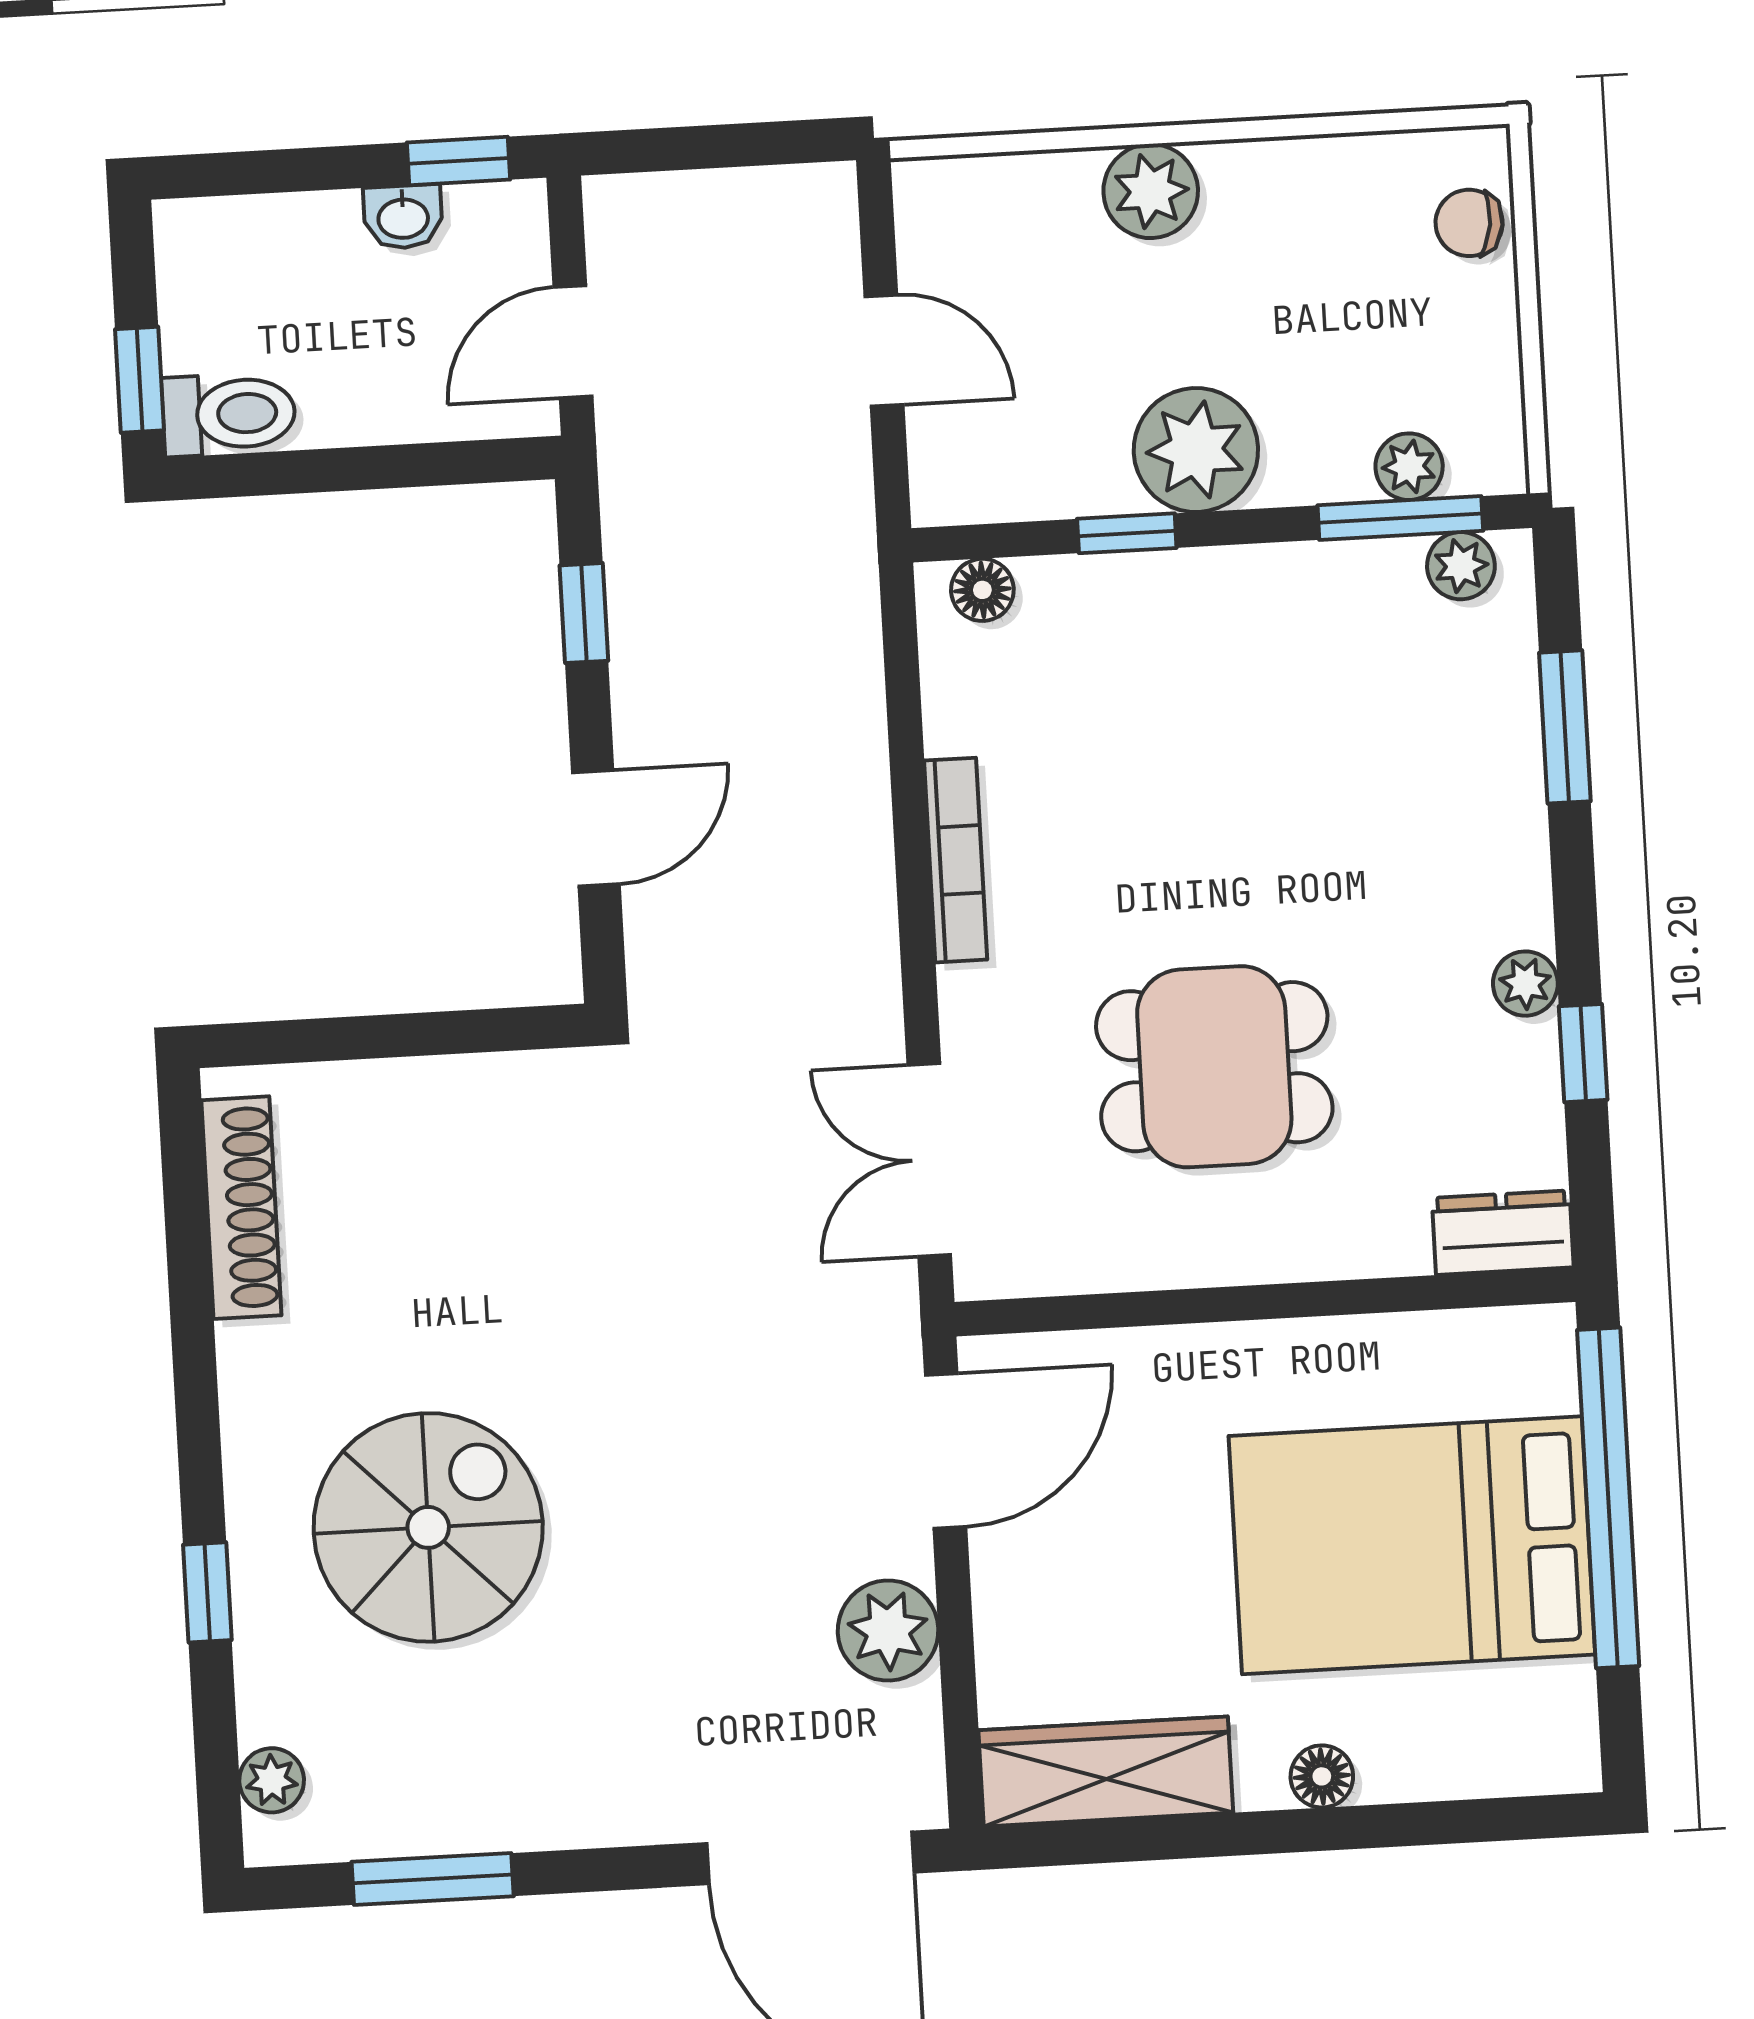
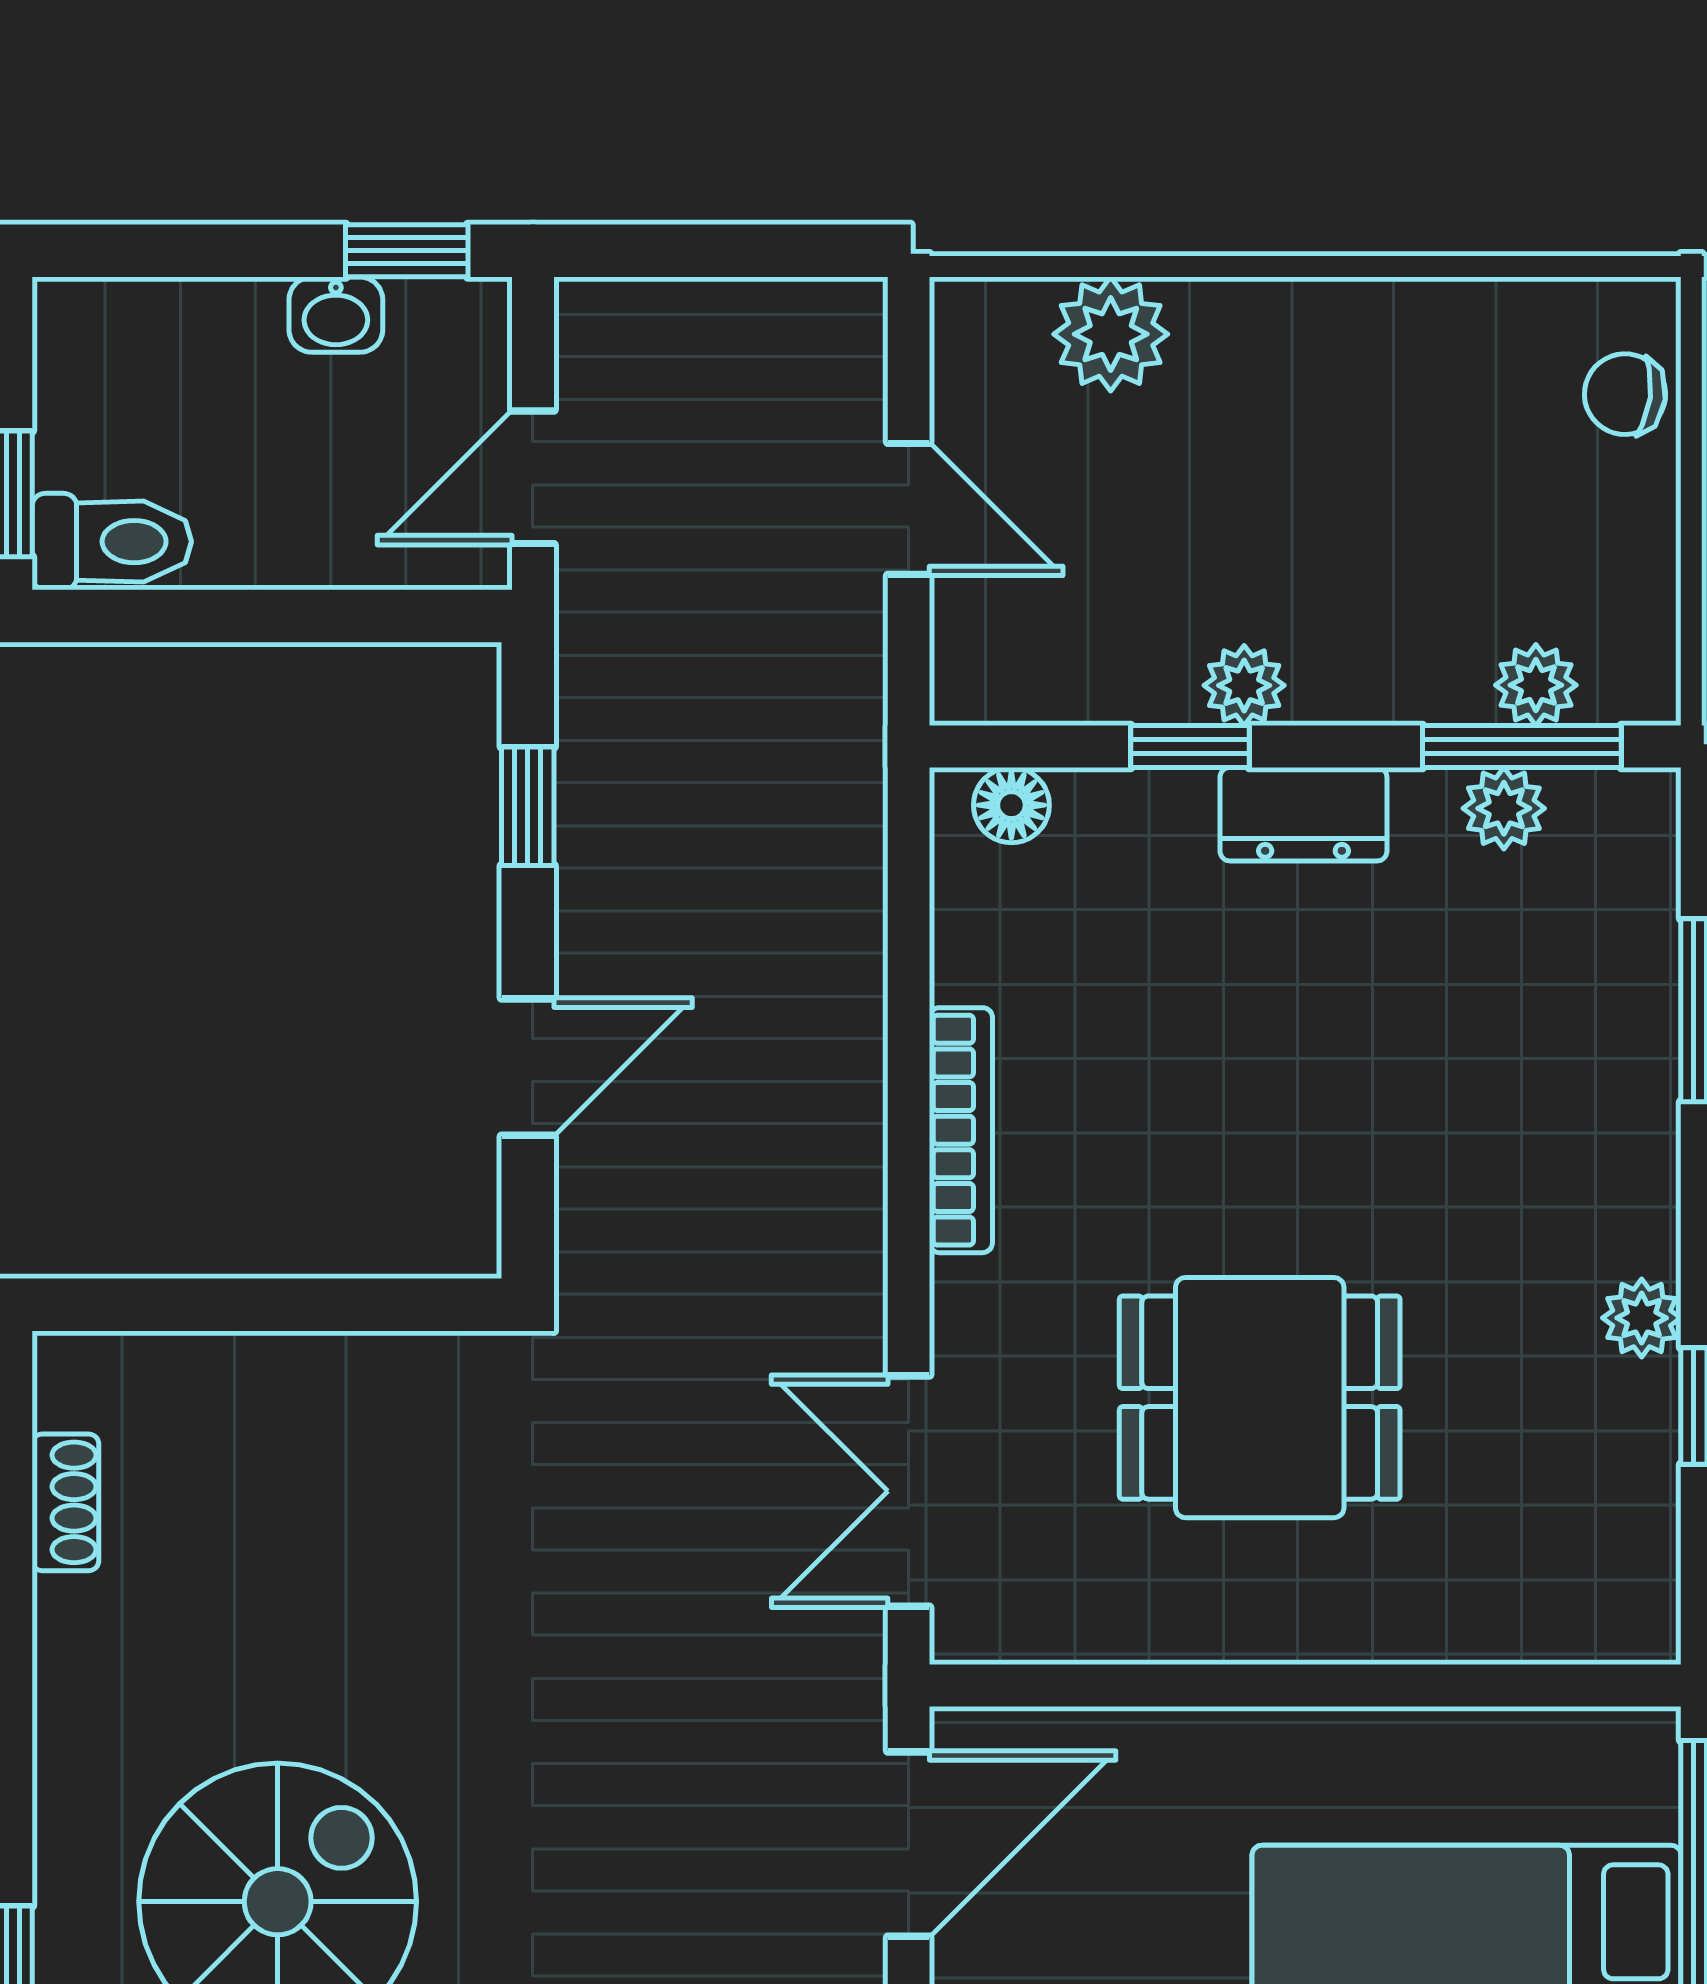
plant: (1151, 191) -> (1111, 334), moved
plant: (1196, 450) -> (1244, 685), width x0.53, depth x0.53
plant: (1461, 566) -> (1504, 808), moved
shoe rack: (241, 1208) -> (65, 1502), width x0.51, depth x0.81
dresser: (1503, 1233) -> (1303, 814), moved, turned 180

